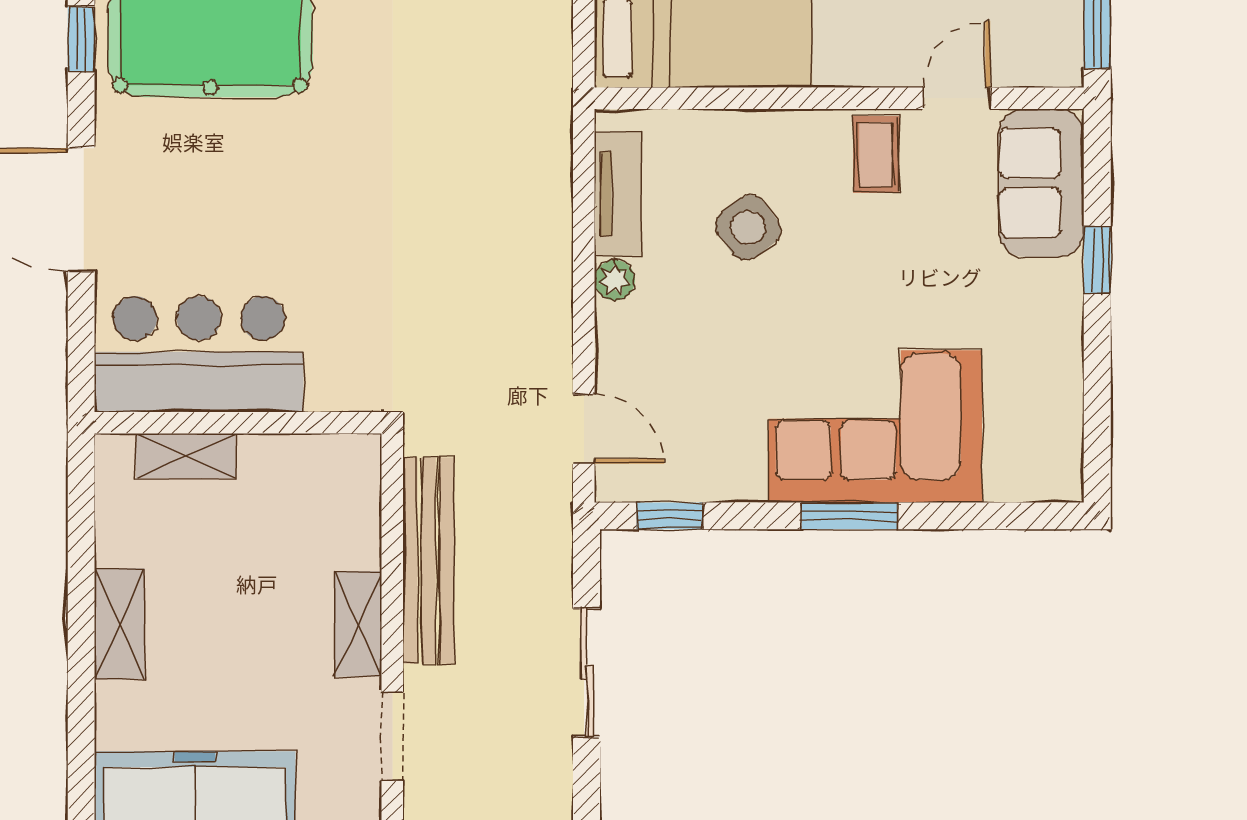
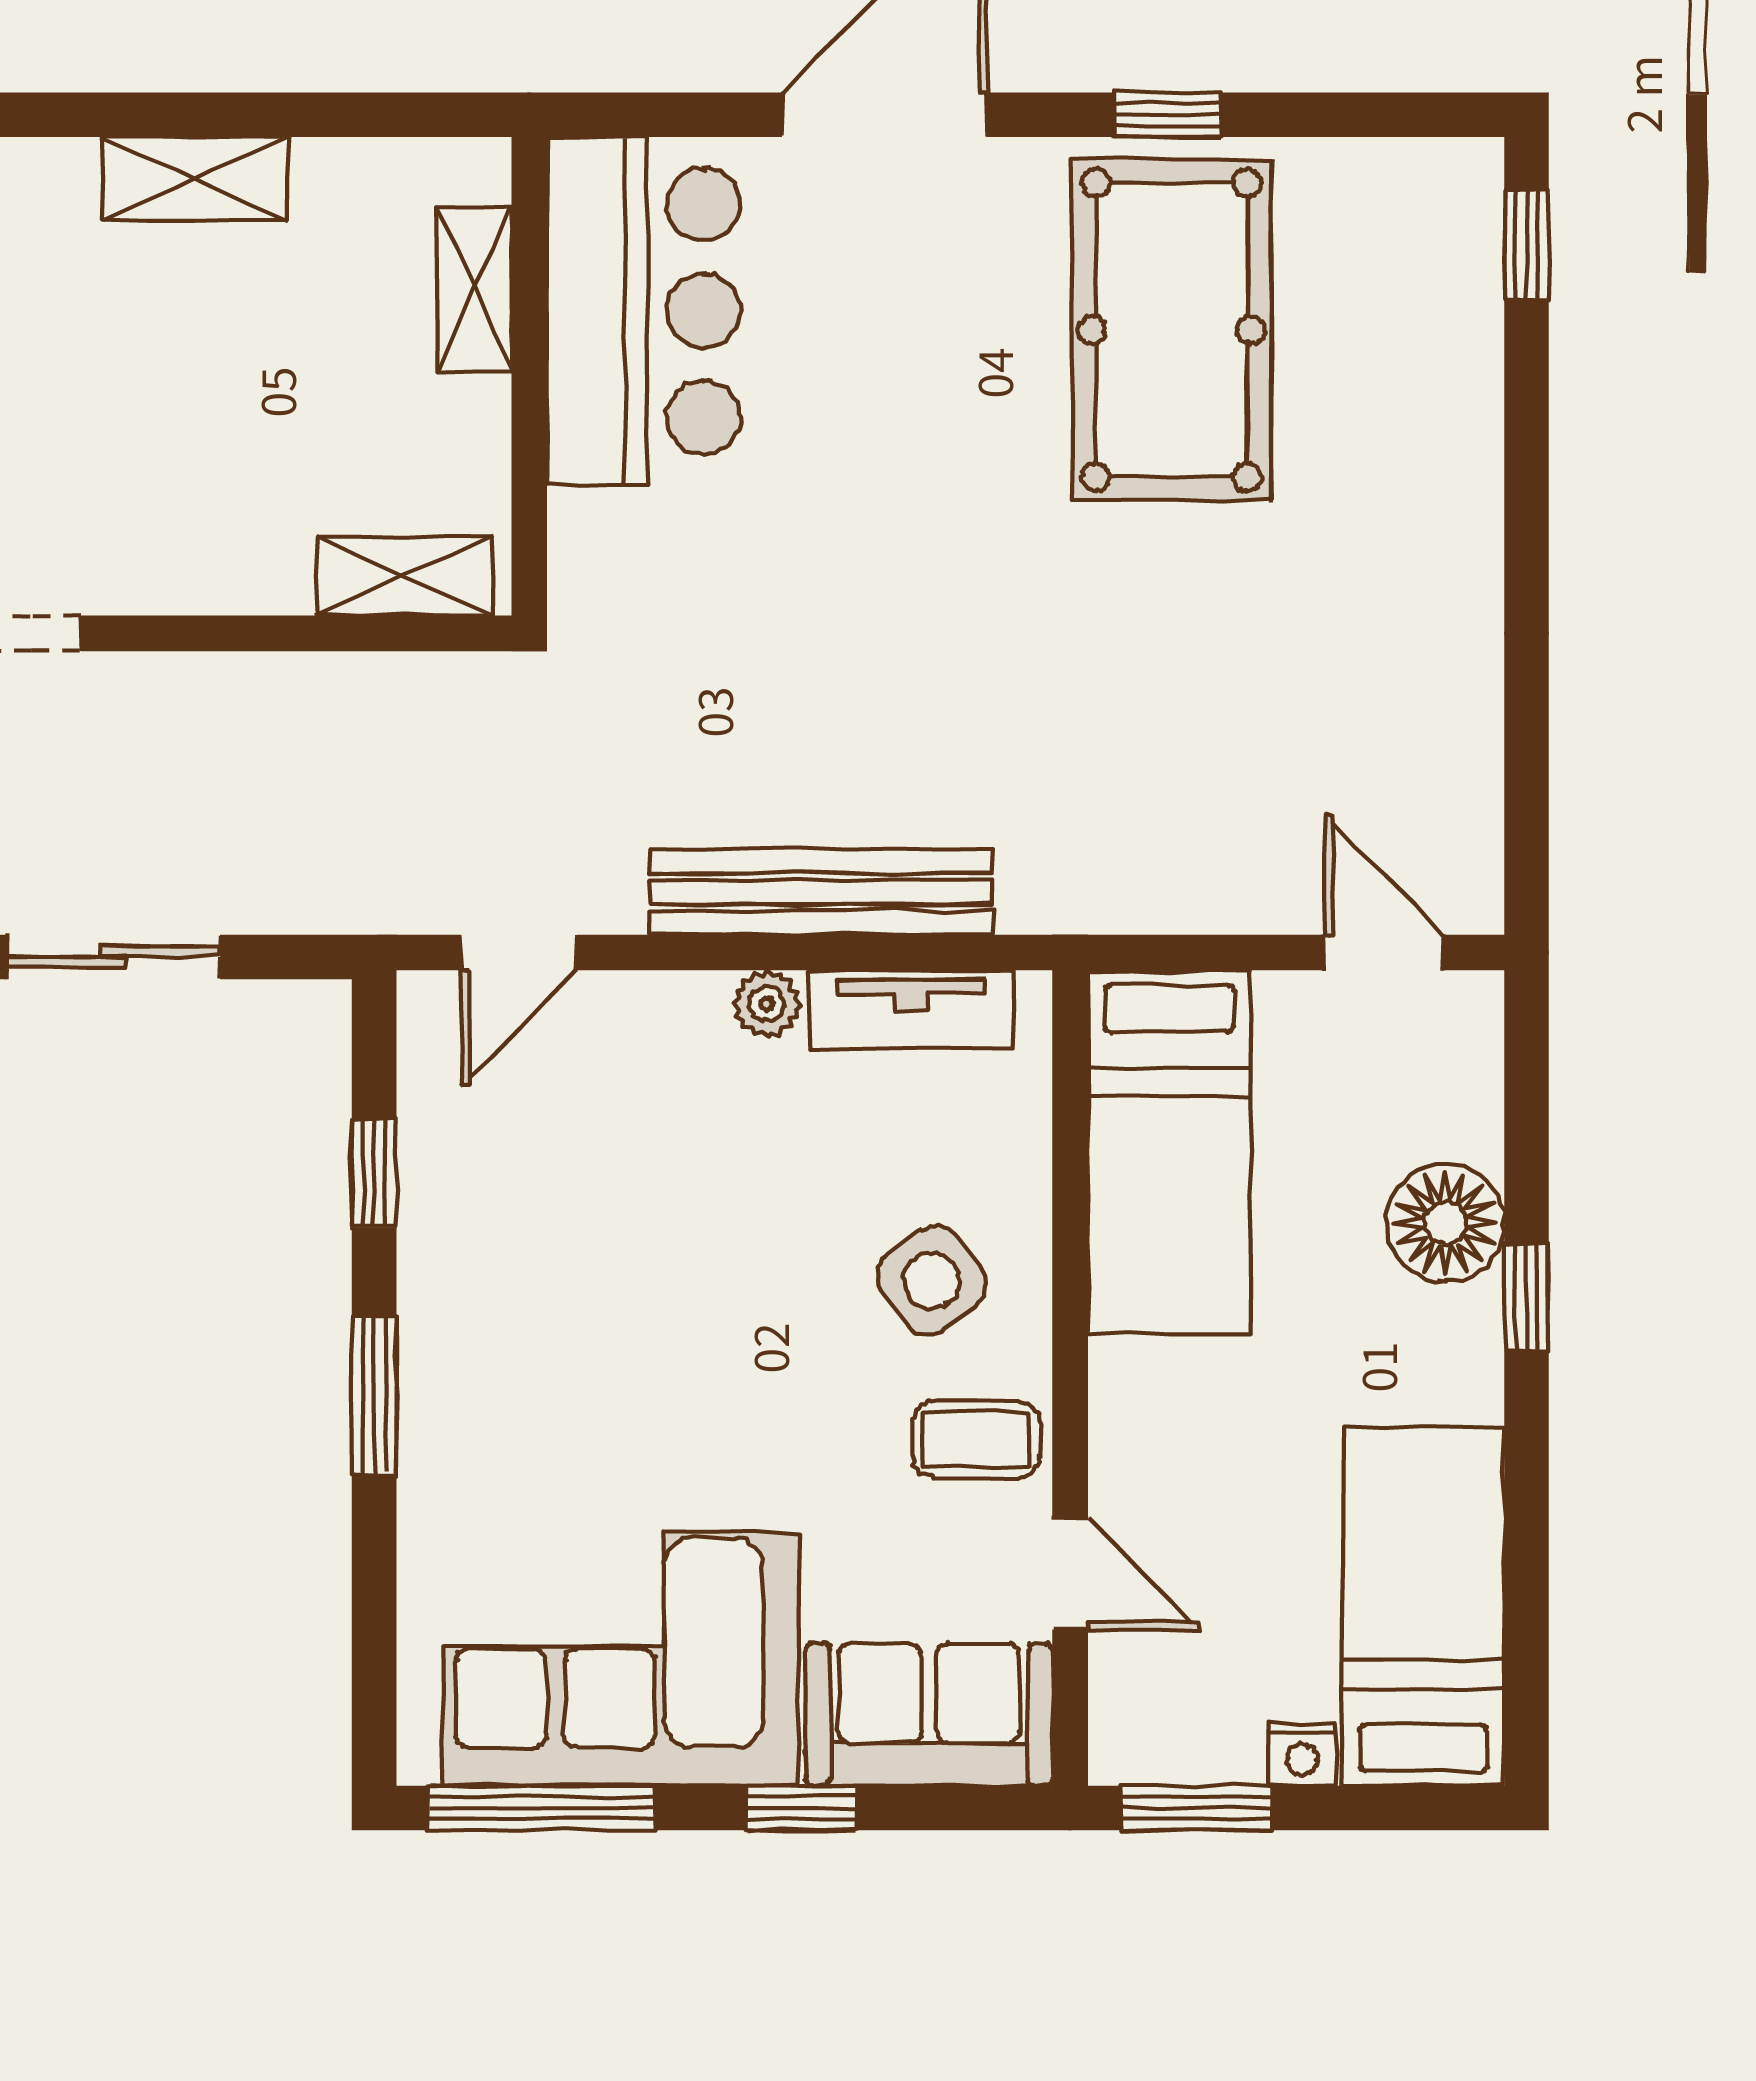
side table: (748, 227) -> (932, 1280), moved
window: (1097, 415) -> (542, 1808), added
corner sofa: (875, 426) -> (621, 1659), moved, turned -90
window: (669, 516) -> (374, 1173), moved
bench: (429, 561) -> (821, 892), moved
shelving: (358, 624) -> (405, 576), moved

